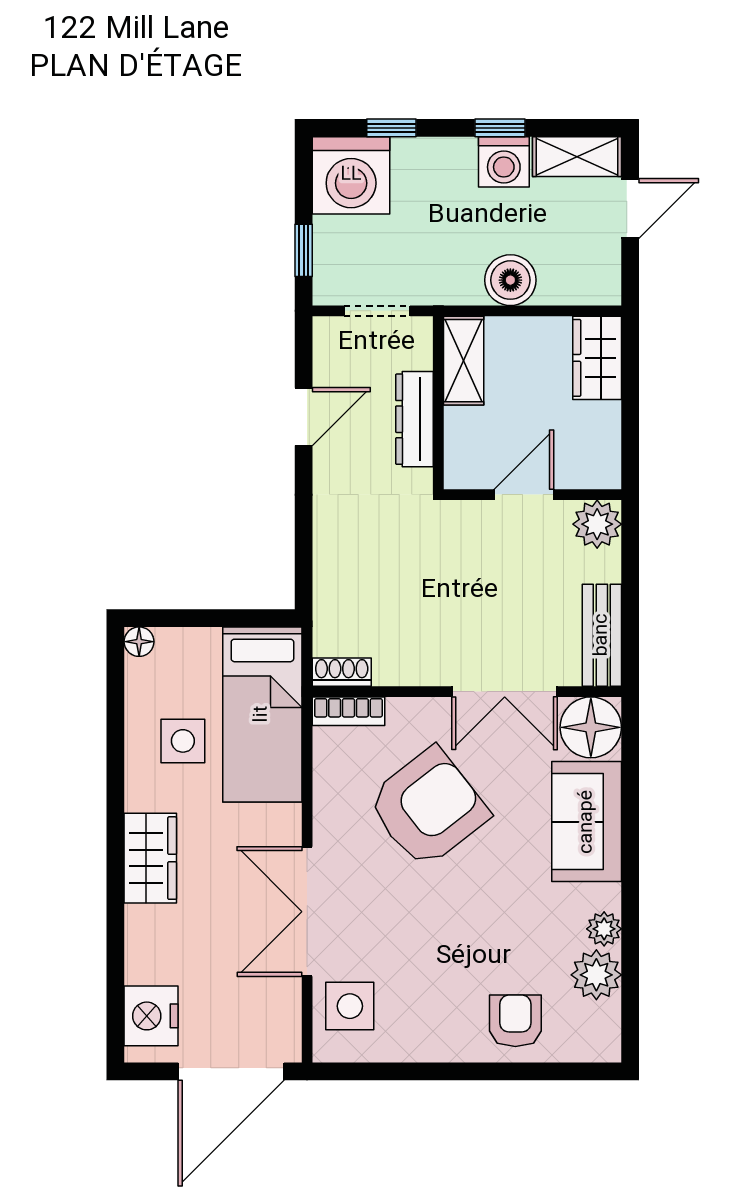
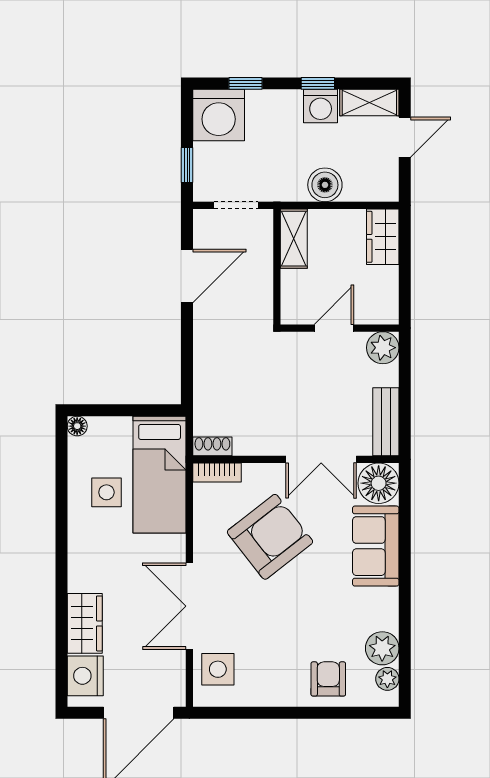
door: (304, 417) -> (187, 276), width x1.38
dresser: (414, 419) -> (261, 278), removed
wardrobe: (150, 858) -> (85, 623), moved
plant: (604, 929) -> (387, 679), moved

